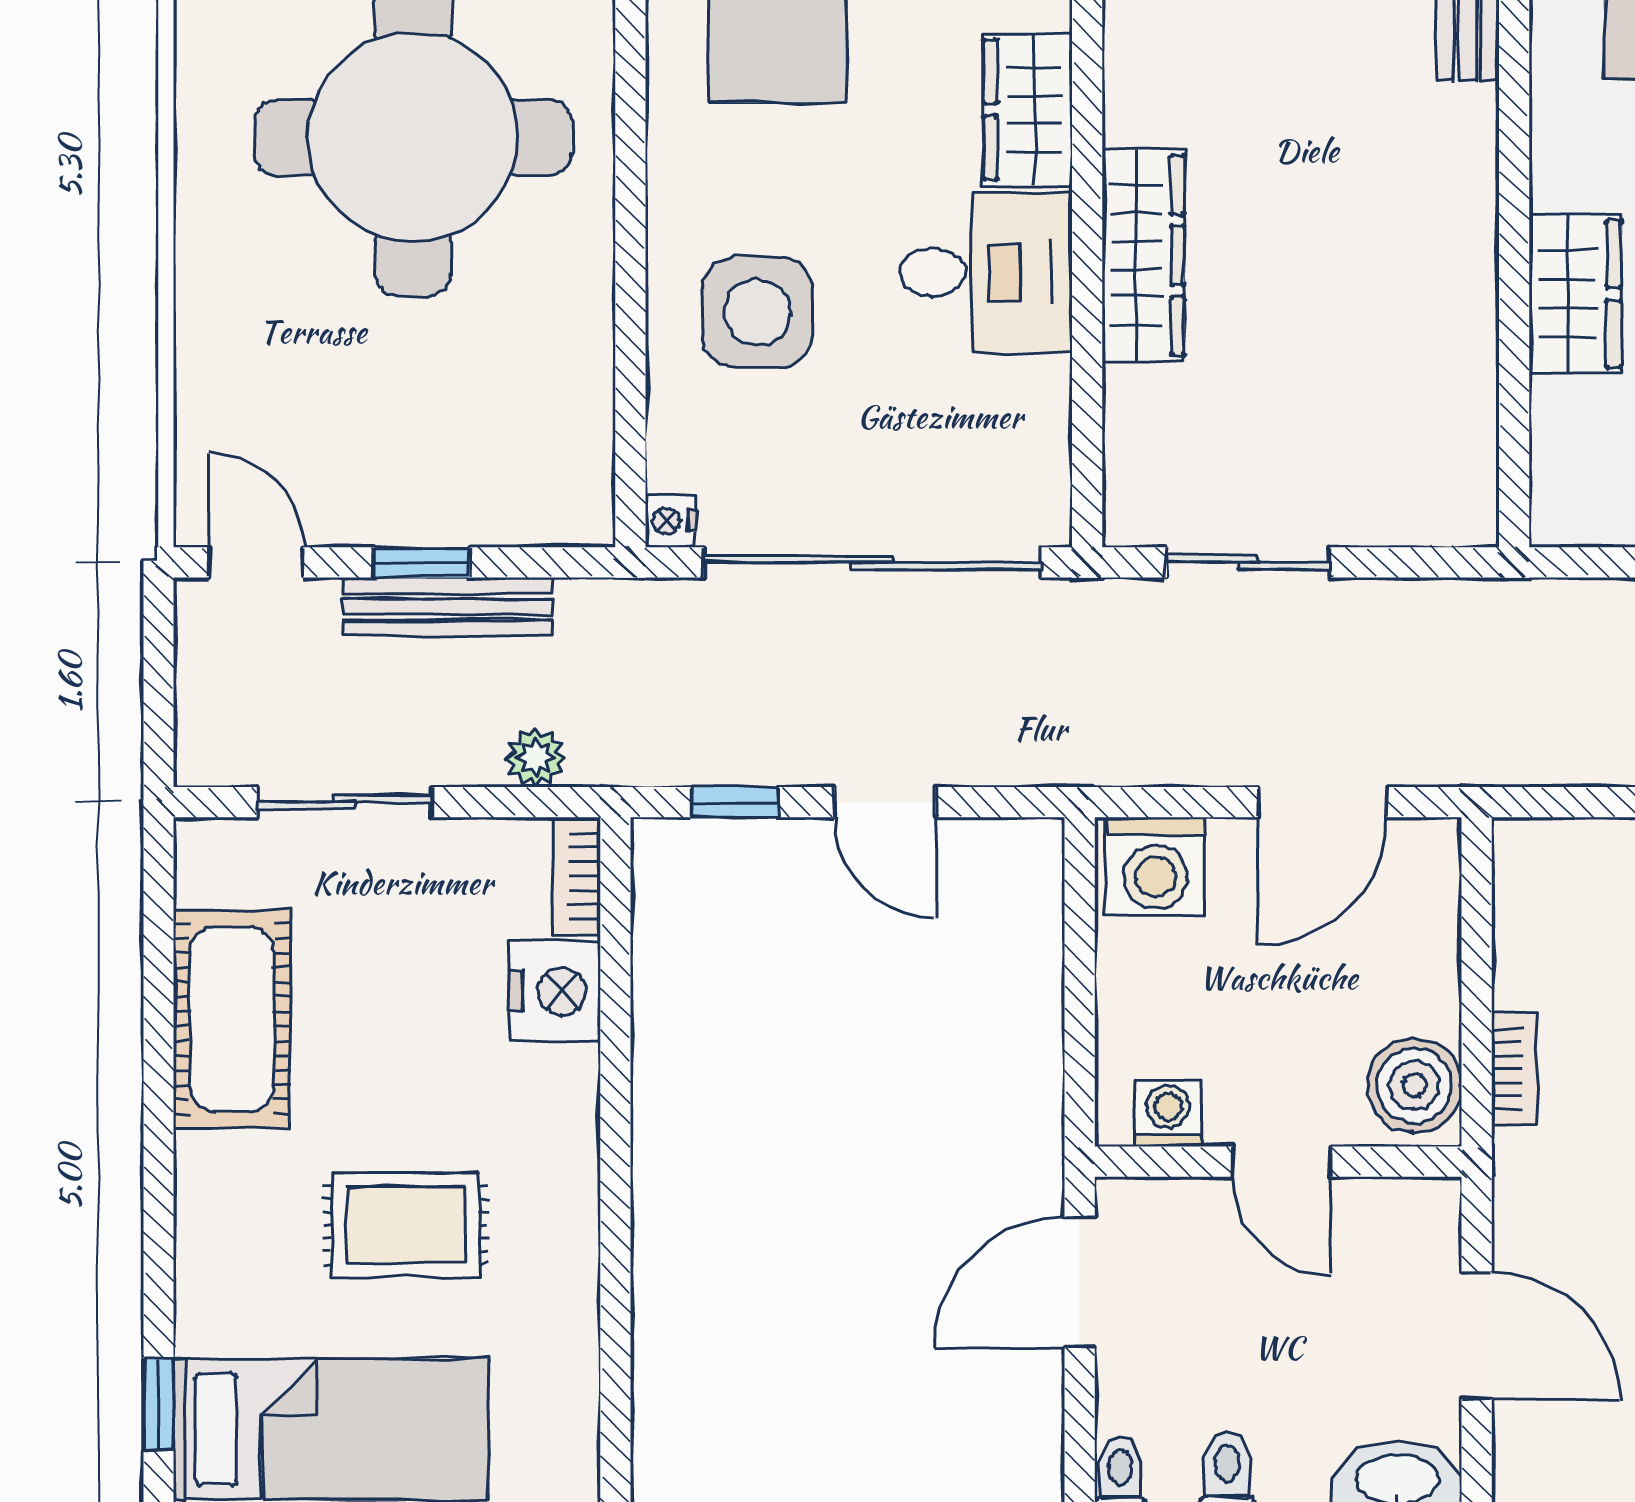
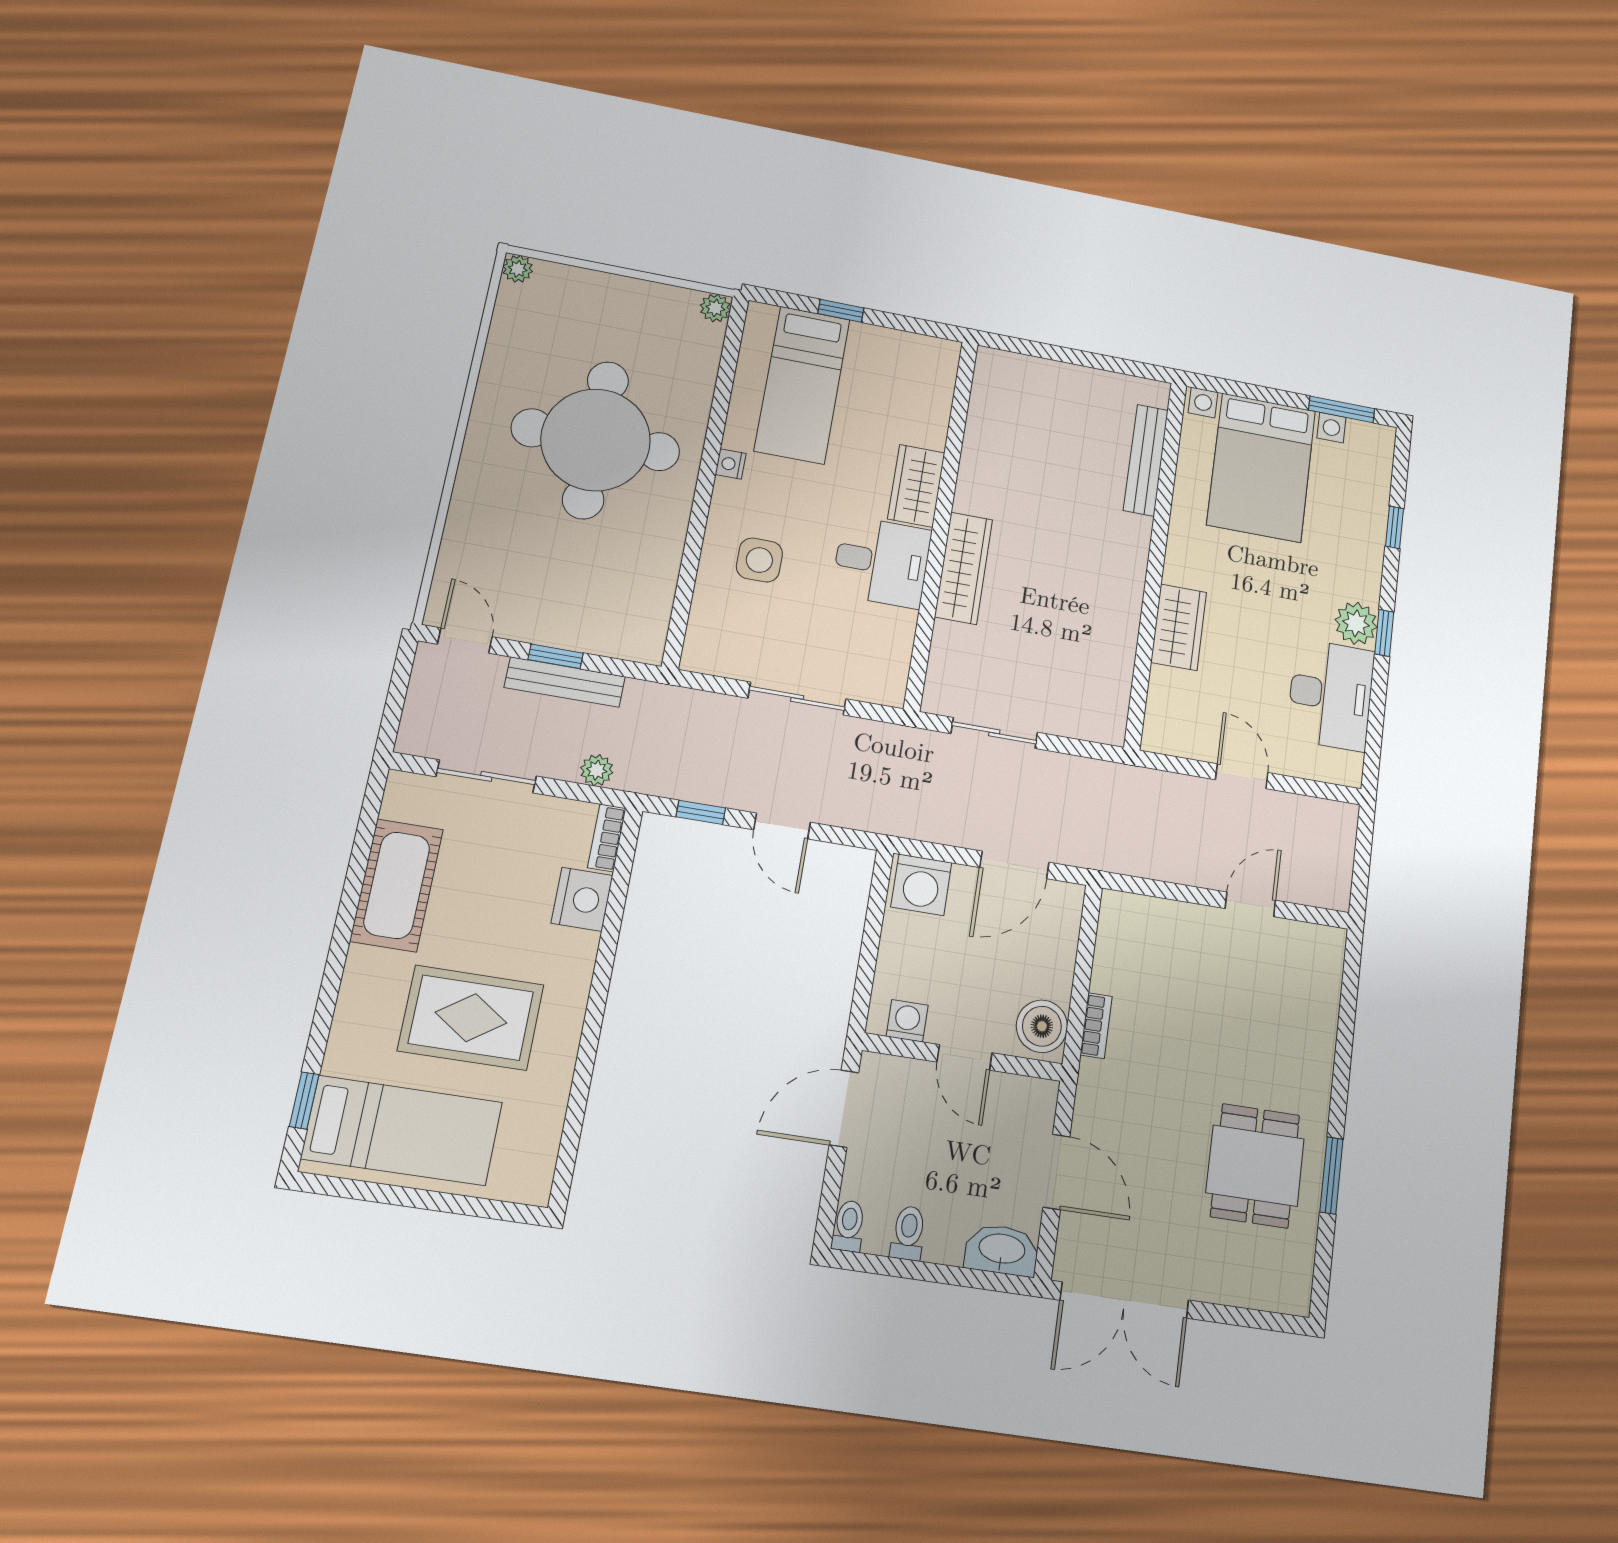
side table: (757, 312) -> (759, 560), width x0.73, depth x0.73
nightstand: (670, 521) -> (731, 464), moved
sliding door: (872, 562) -> (797, 698), width x0.54
rug: (406, 1225) -> (471, 1018), width x1.36, depth x1.43

